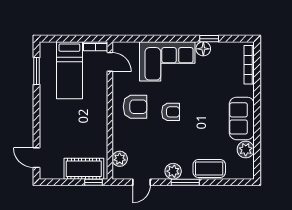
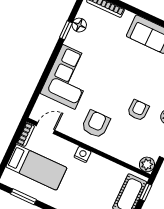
floor lamp: (203, 49) -> (79, 25), moved
nightstand: (101, 108) -> (83, 154), added
armchair: (171, 112) -> (138, 110), moved
plant: (120, 159) -> (147, 164), moved

